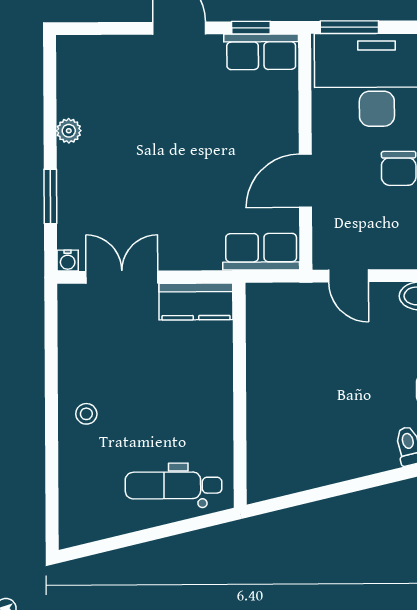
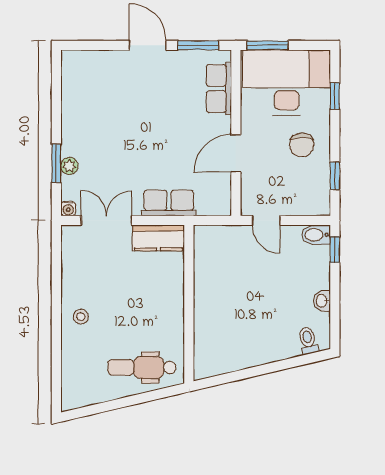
window: (251, 28) -> (198, 45), width x1.50
row of seats: (261, 52) -> (219, 88), moved, turned 90
plant: (69, 131) -> (69, 166), moved
row of seats: (261, 252) -> (169, 203), moved

